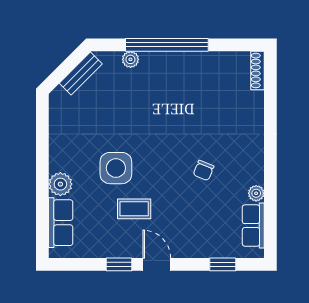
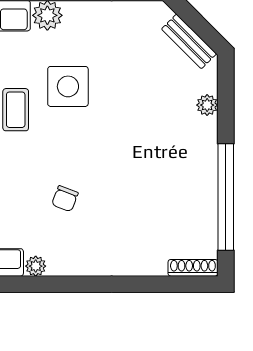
window: (167, 45) -> (226, 197), moved
chair: (204, 170) -> (65, 199), turned -91

